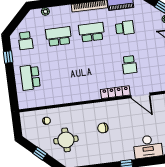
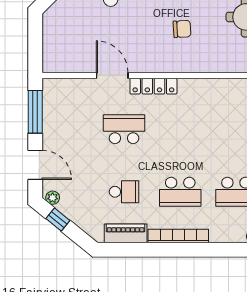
school desk: (125, 28) -> (124, 192), turned 180
school desk: (129, 65) -> (124, 129), width x1.85

